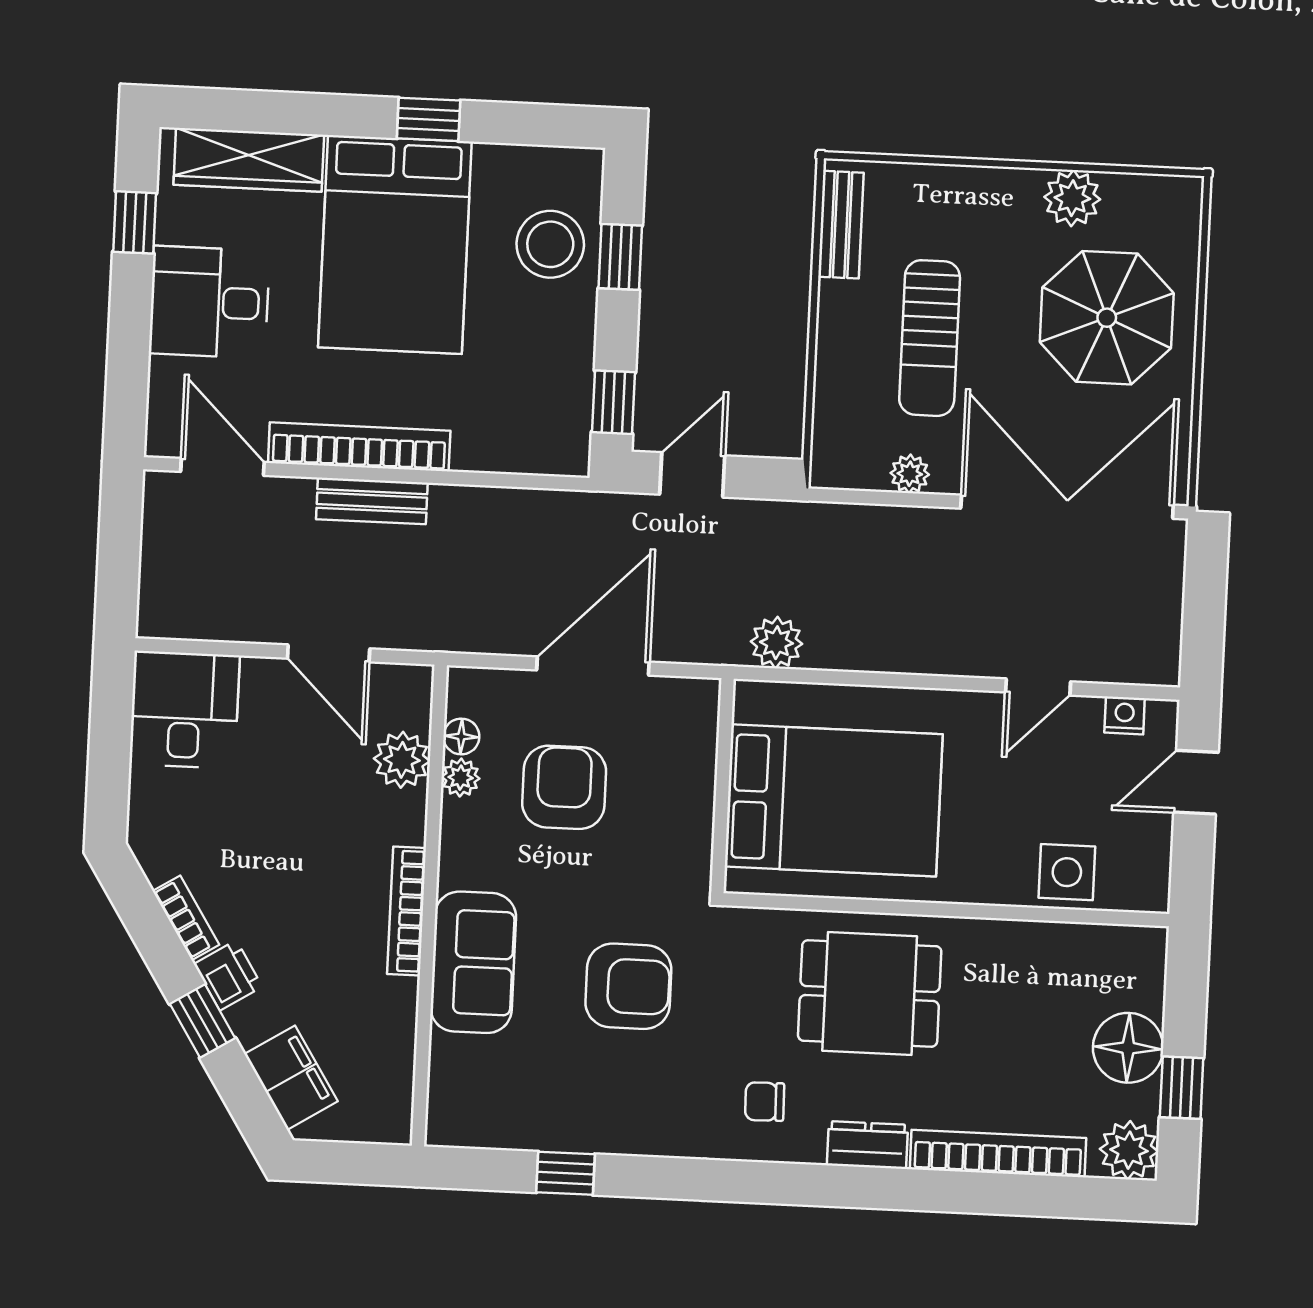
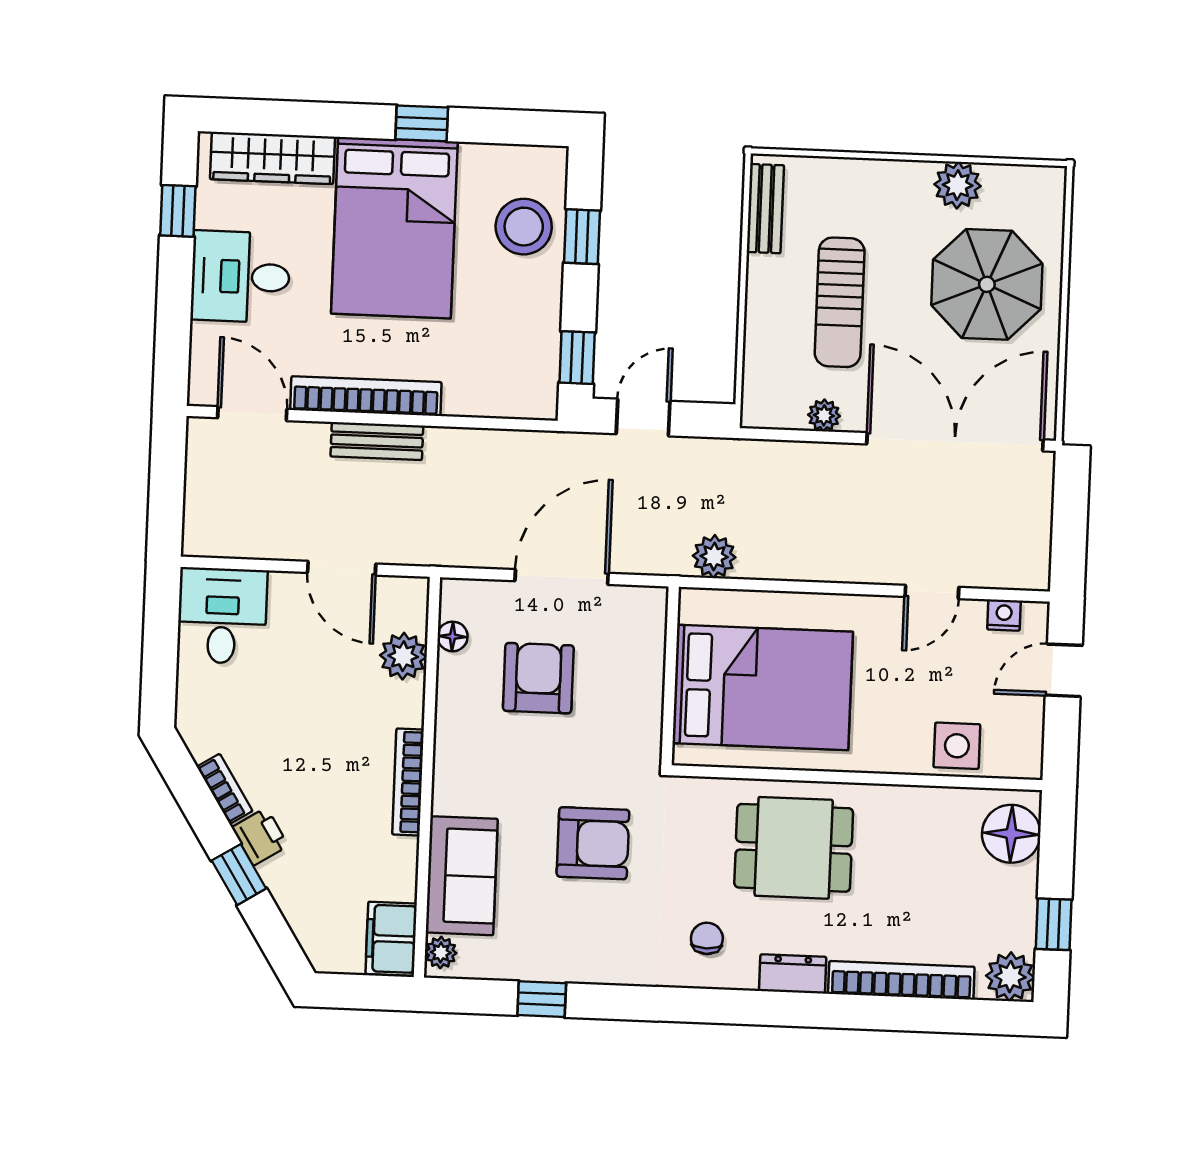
plant: (461, 778) -> (441, 953), moved
sofa: (473, 962) -> (462, 876), moved
floor lamp: (1128, 1048) -> (1011, 834), moved
filing cabinet: (291, 1078) -> (391, 939), moved, turned -148
chair: (765, 1102) -> (707, 938), turned 91

